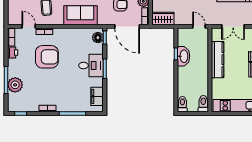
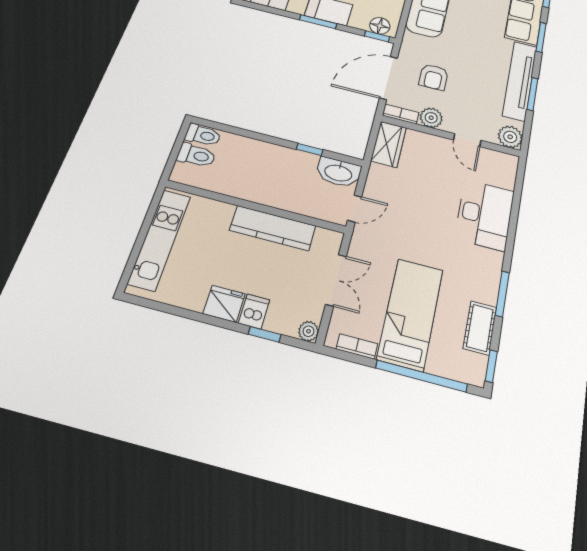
double door: (233, 26) -> (336, 280), swing flipped
washbasin: (184, 56) -> (338, 172), moved
toilet: (203, 104) -> (196, 155), moved

